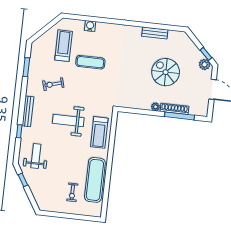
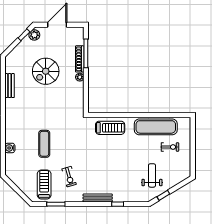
treadmill: (64, 46) -> (44, 184), moved, turned 90
weight bench: (68, 120) -> (102, 159), removed
weight bench: (36, 156) -> (152, 175), moved, turned 90

